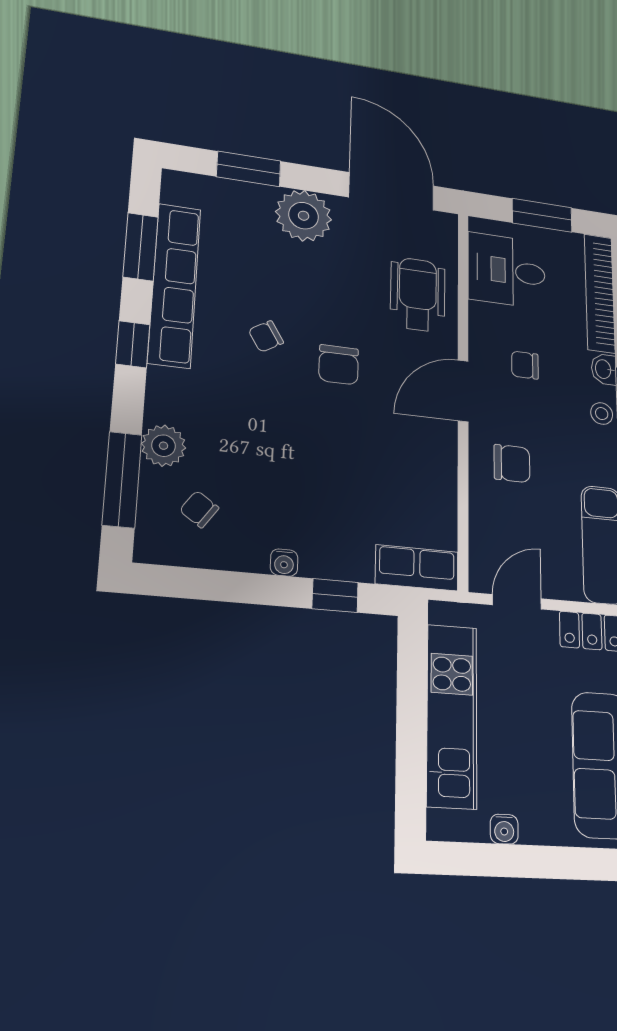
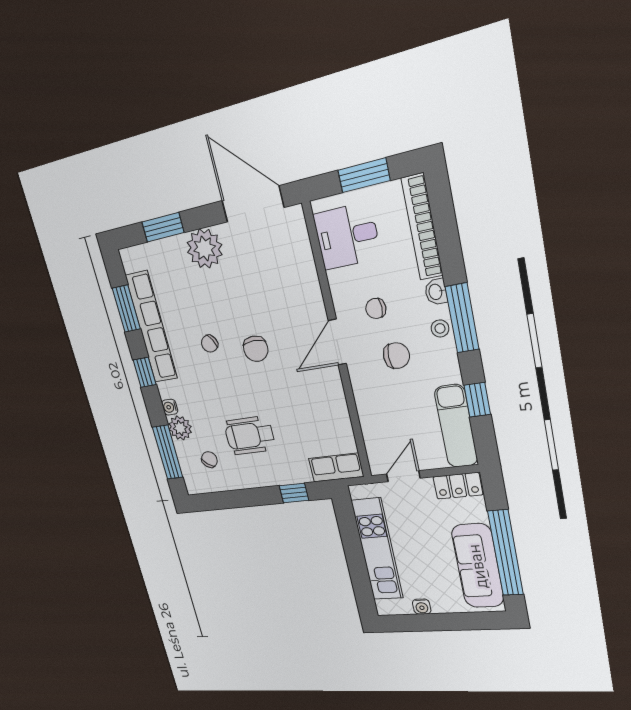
wheelchair: (418, 294) -> (250, 435), moved, turned -90
chair: (512, 463) -> (396, 356), moved
chair: (199, 509) -> (209, 460), turned 92
water cooler: (284, 563) -> (170, 407), moved, turned 90

